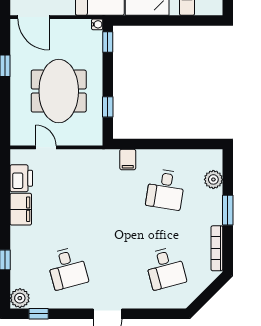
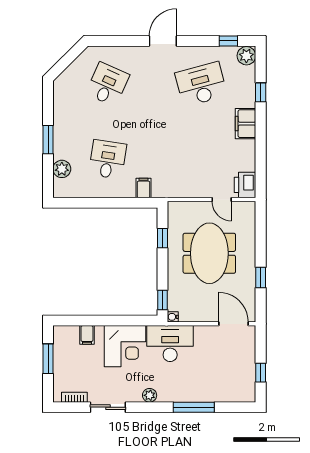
printer: (21, 178) -> (245, 185), moved
filing cabinet: (21, 209) -> (246, 124), moved
bookcase: (217, 248) -> (58, 103), removed
desk: (67, 268) -> (201, 84), width x1.37
desk: (165, 268) -> (108, 84), turned 39

